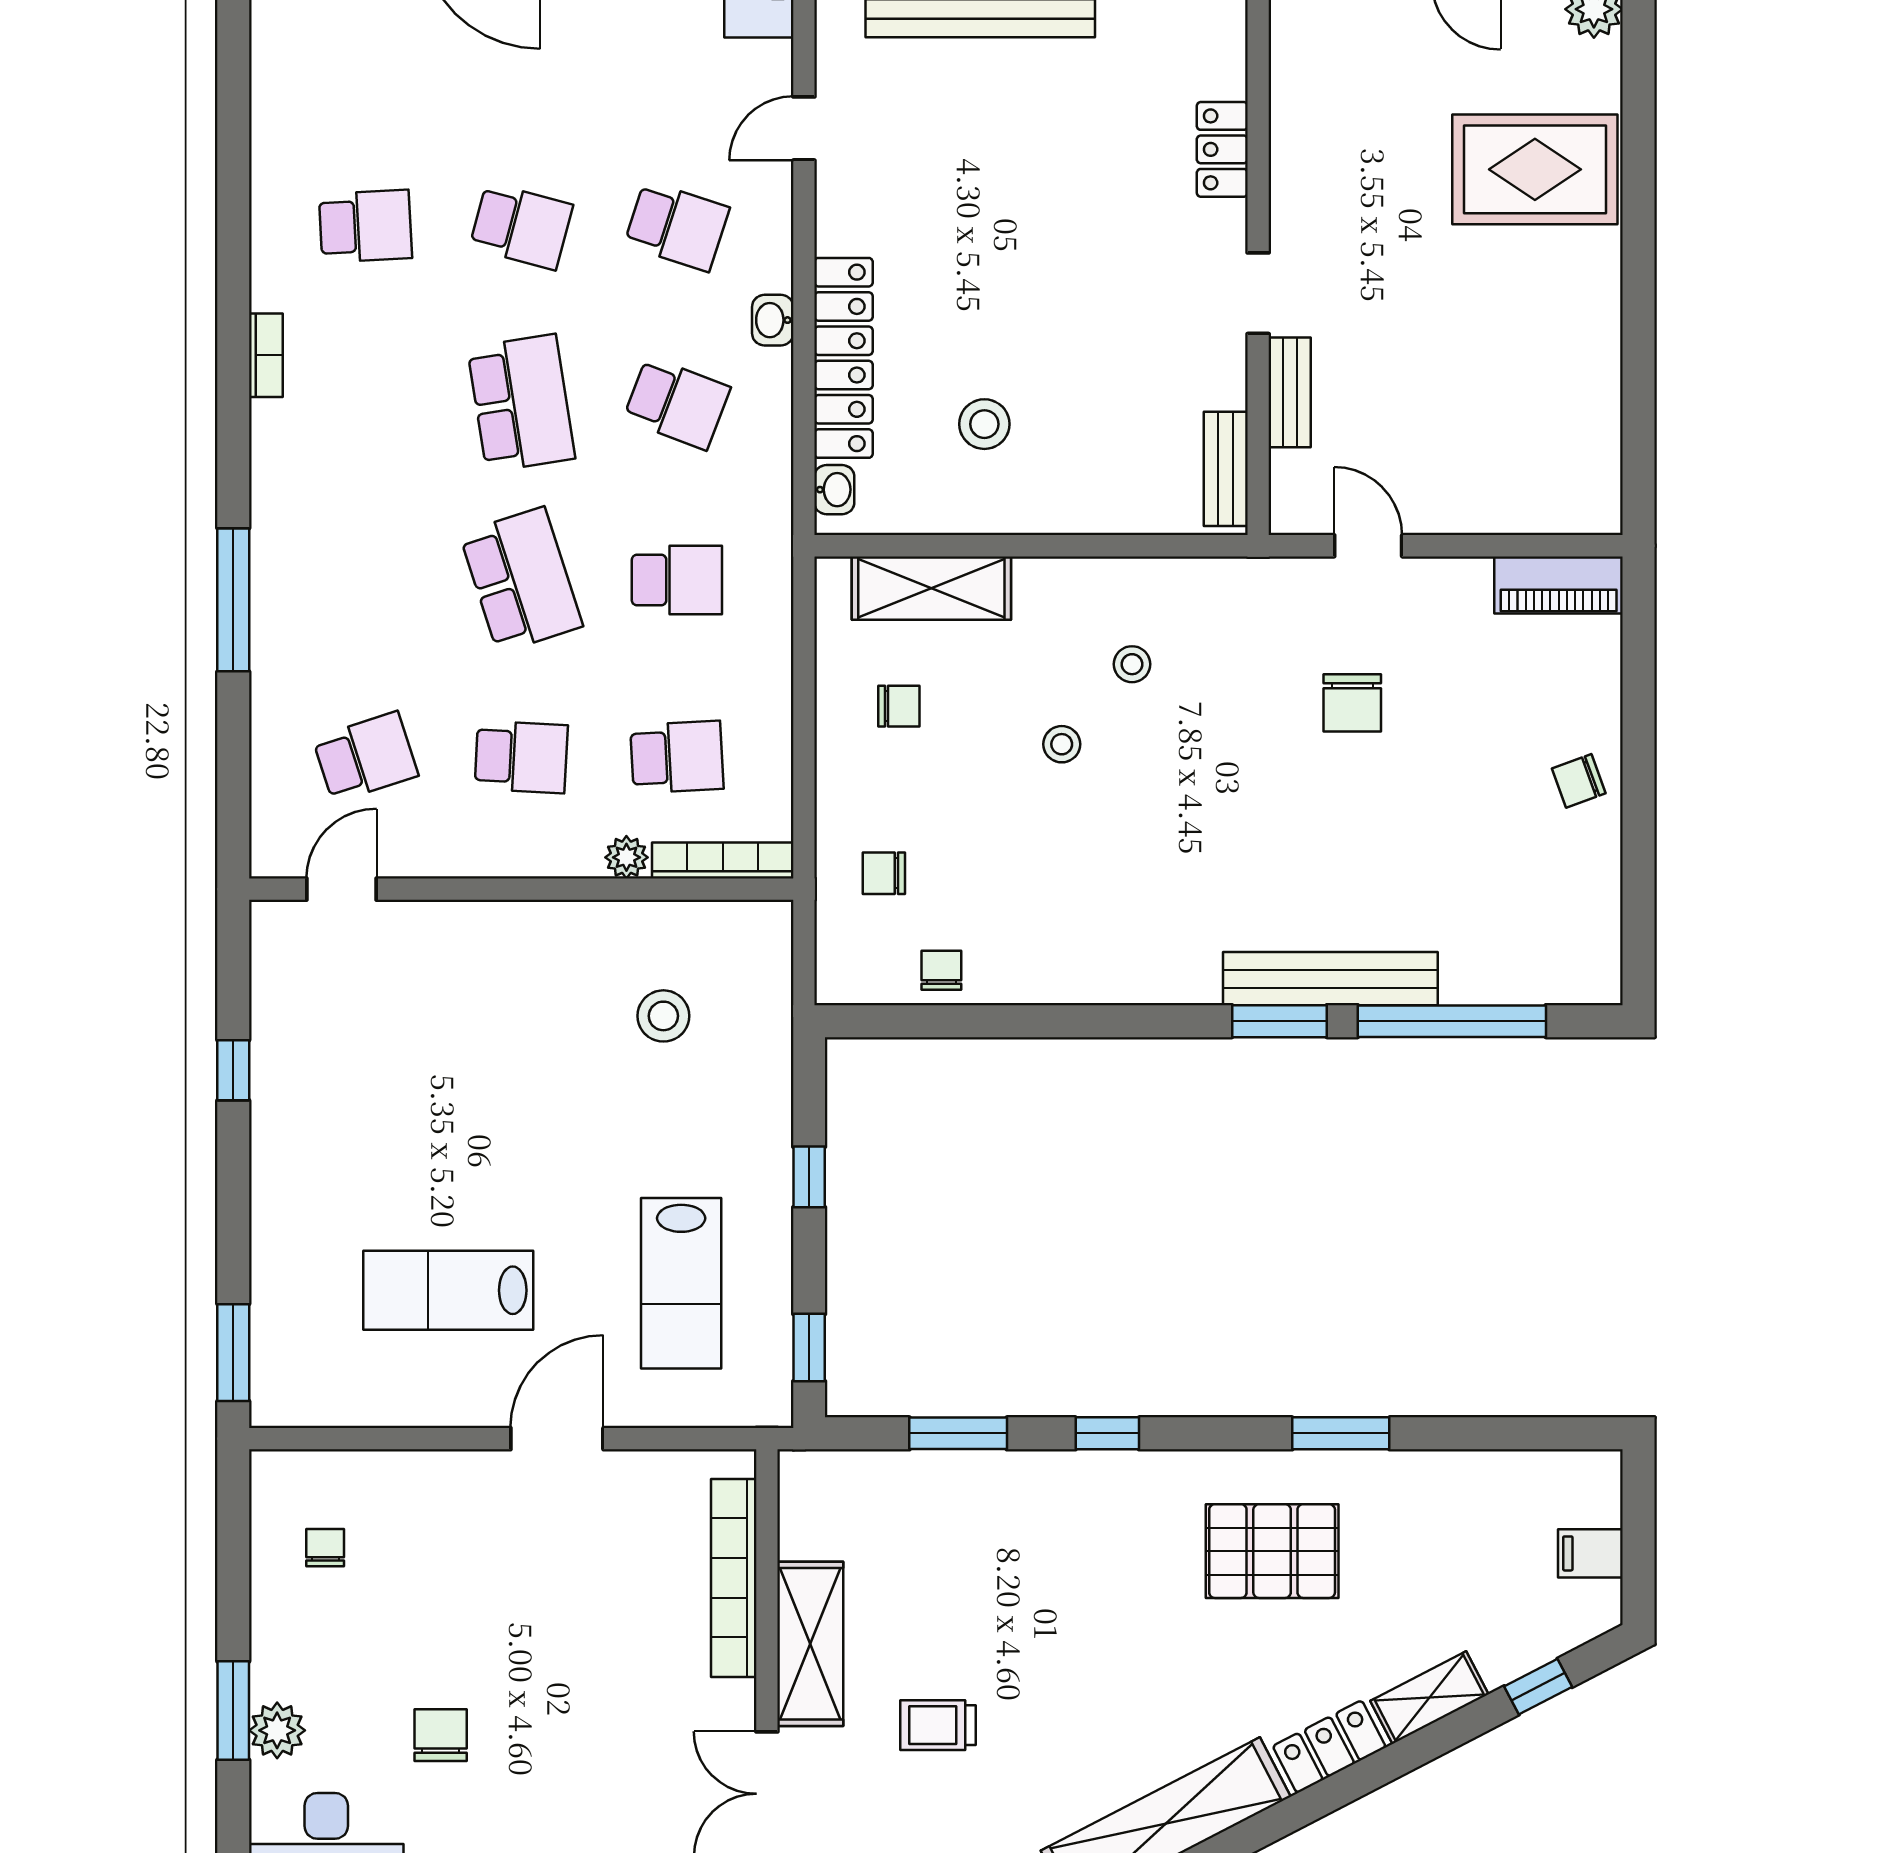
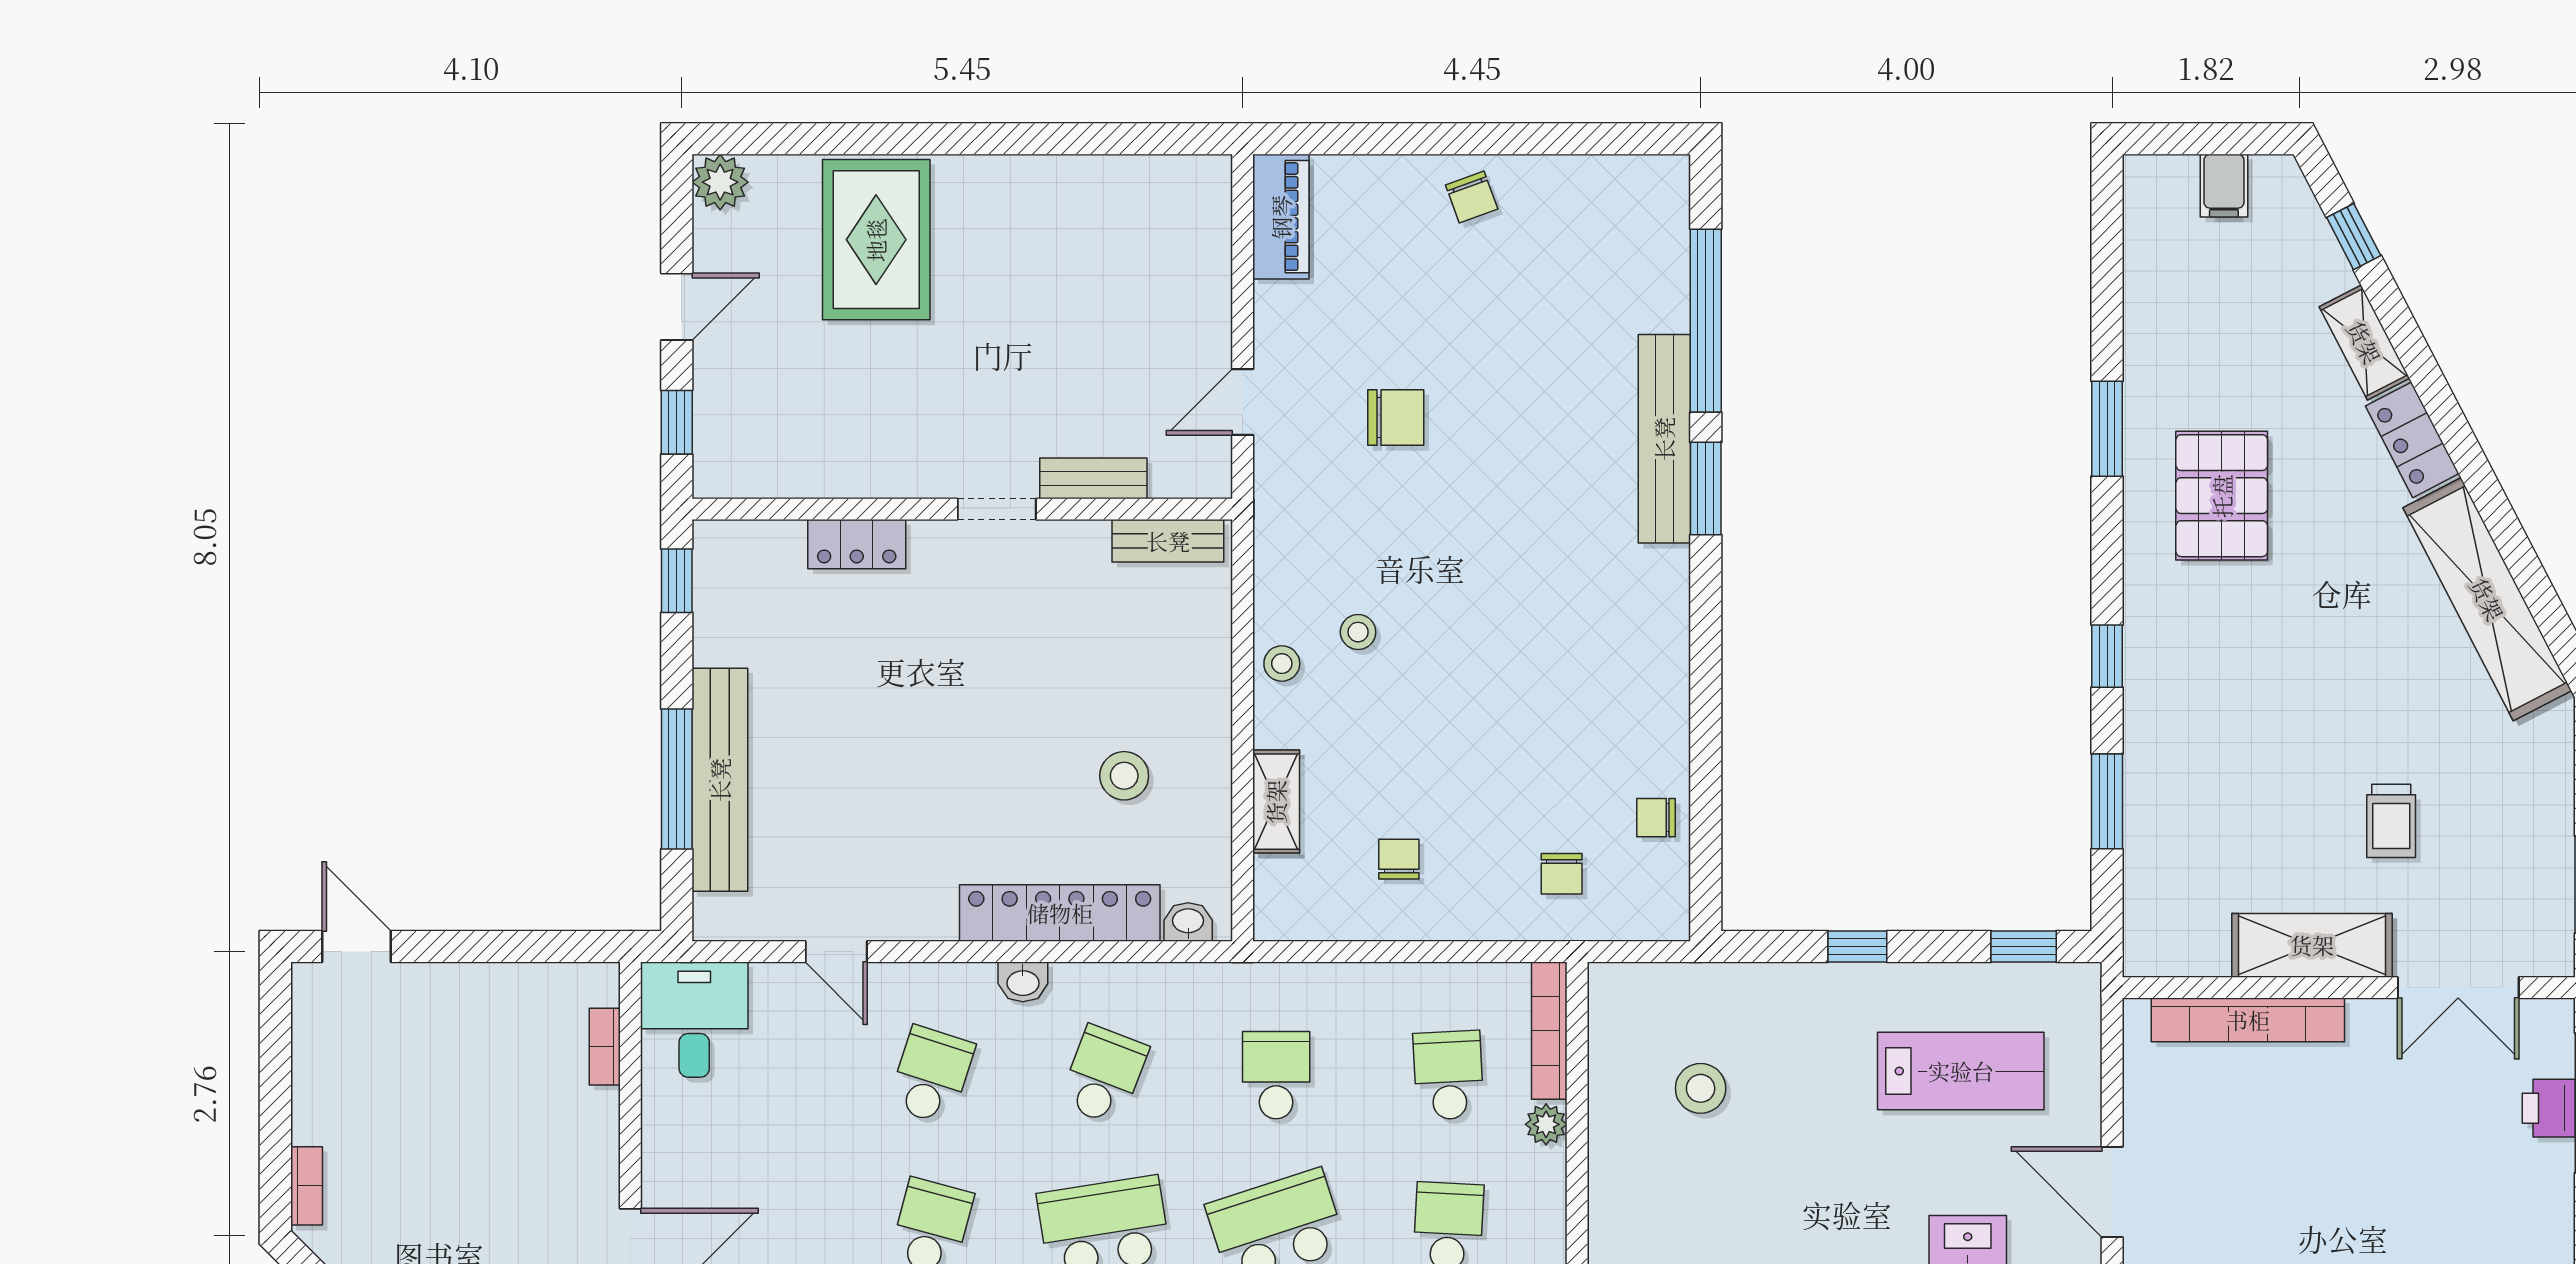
shelving: (931, 588) -> (1276, 802), width x0.67, depth x0.75
stool: (1062, 744) -> (1282, 664), moved

